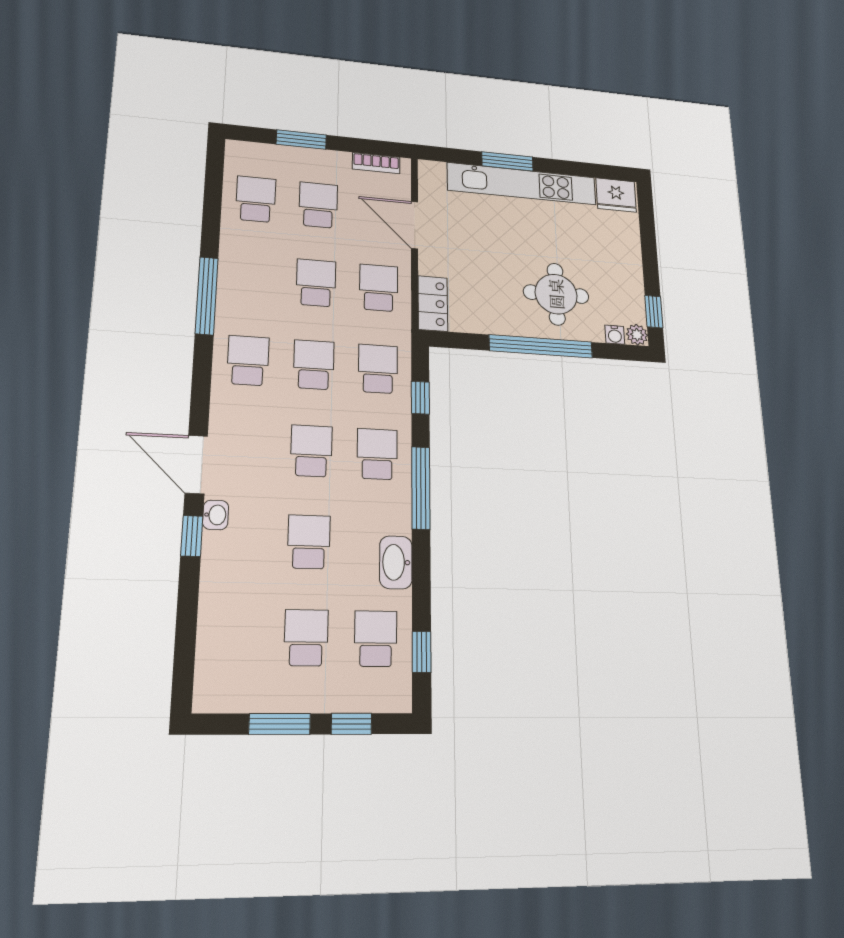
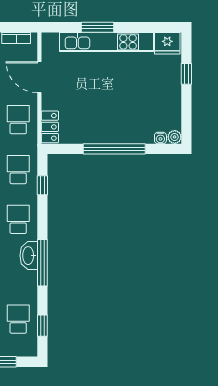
round table: (556, 294) -> (125, 115), removed
window: (654, 312) -> (186, 74), moved
window: (421, 488) -> (42, 263), moved
washbasin: (396, 562) -> (29, 256), moved

